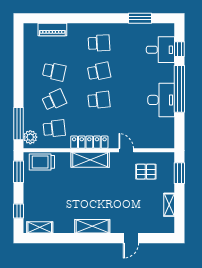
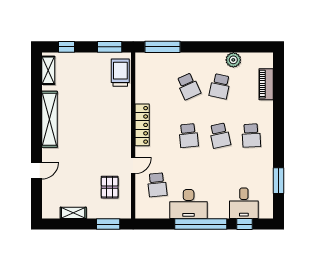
school desk: (54, 129) -> (157, 185), moved
plant: (30, 137) -> (233, 60), moved
shelving: (90, 160) -> (123, 126), removed
shelving: (92, 226) -> (50, 119), width x1.47
door: (131, 238) -> (36, 171), swing flipped

